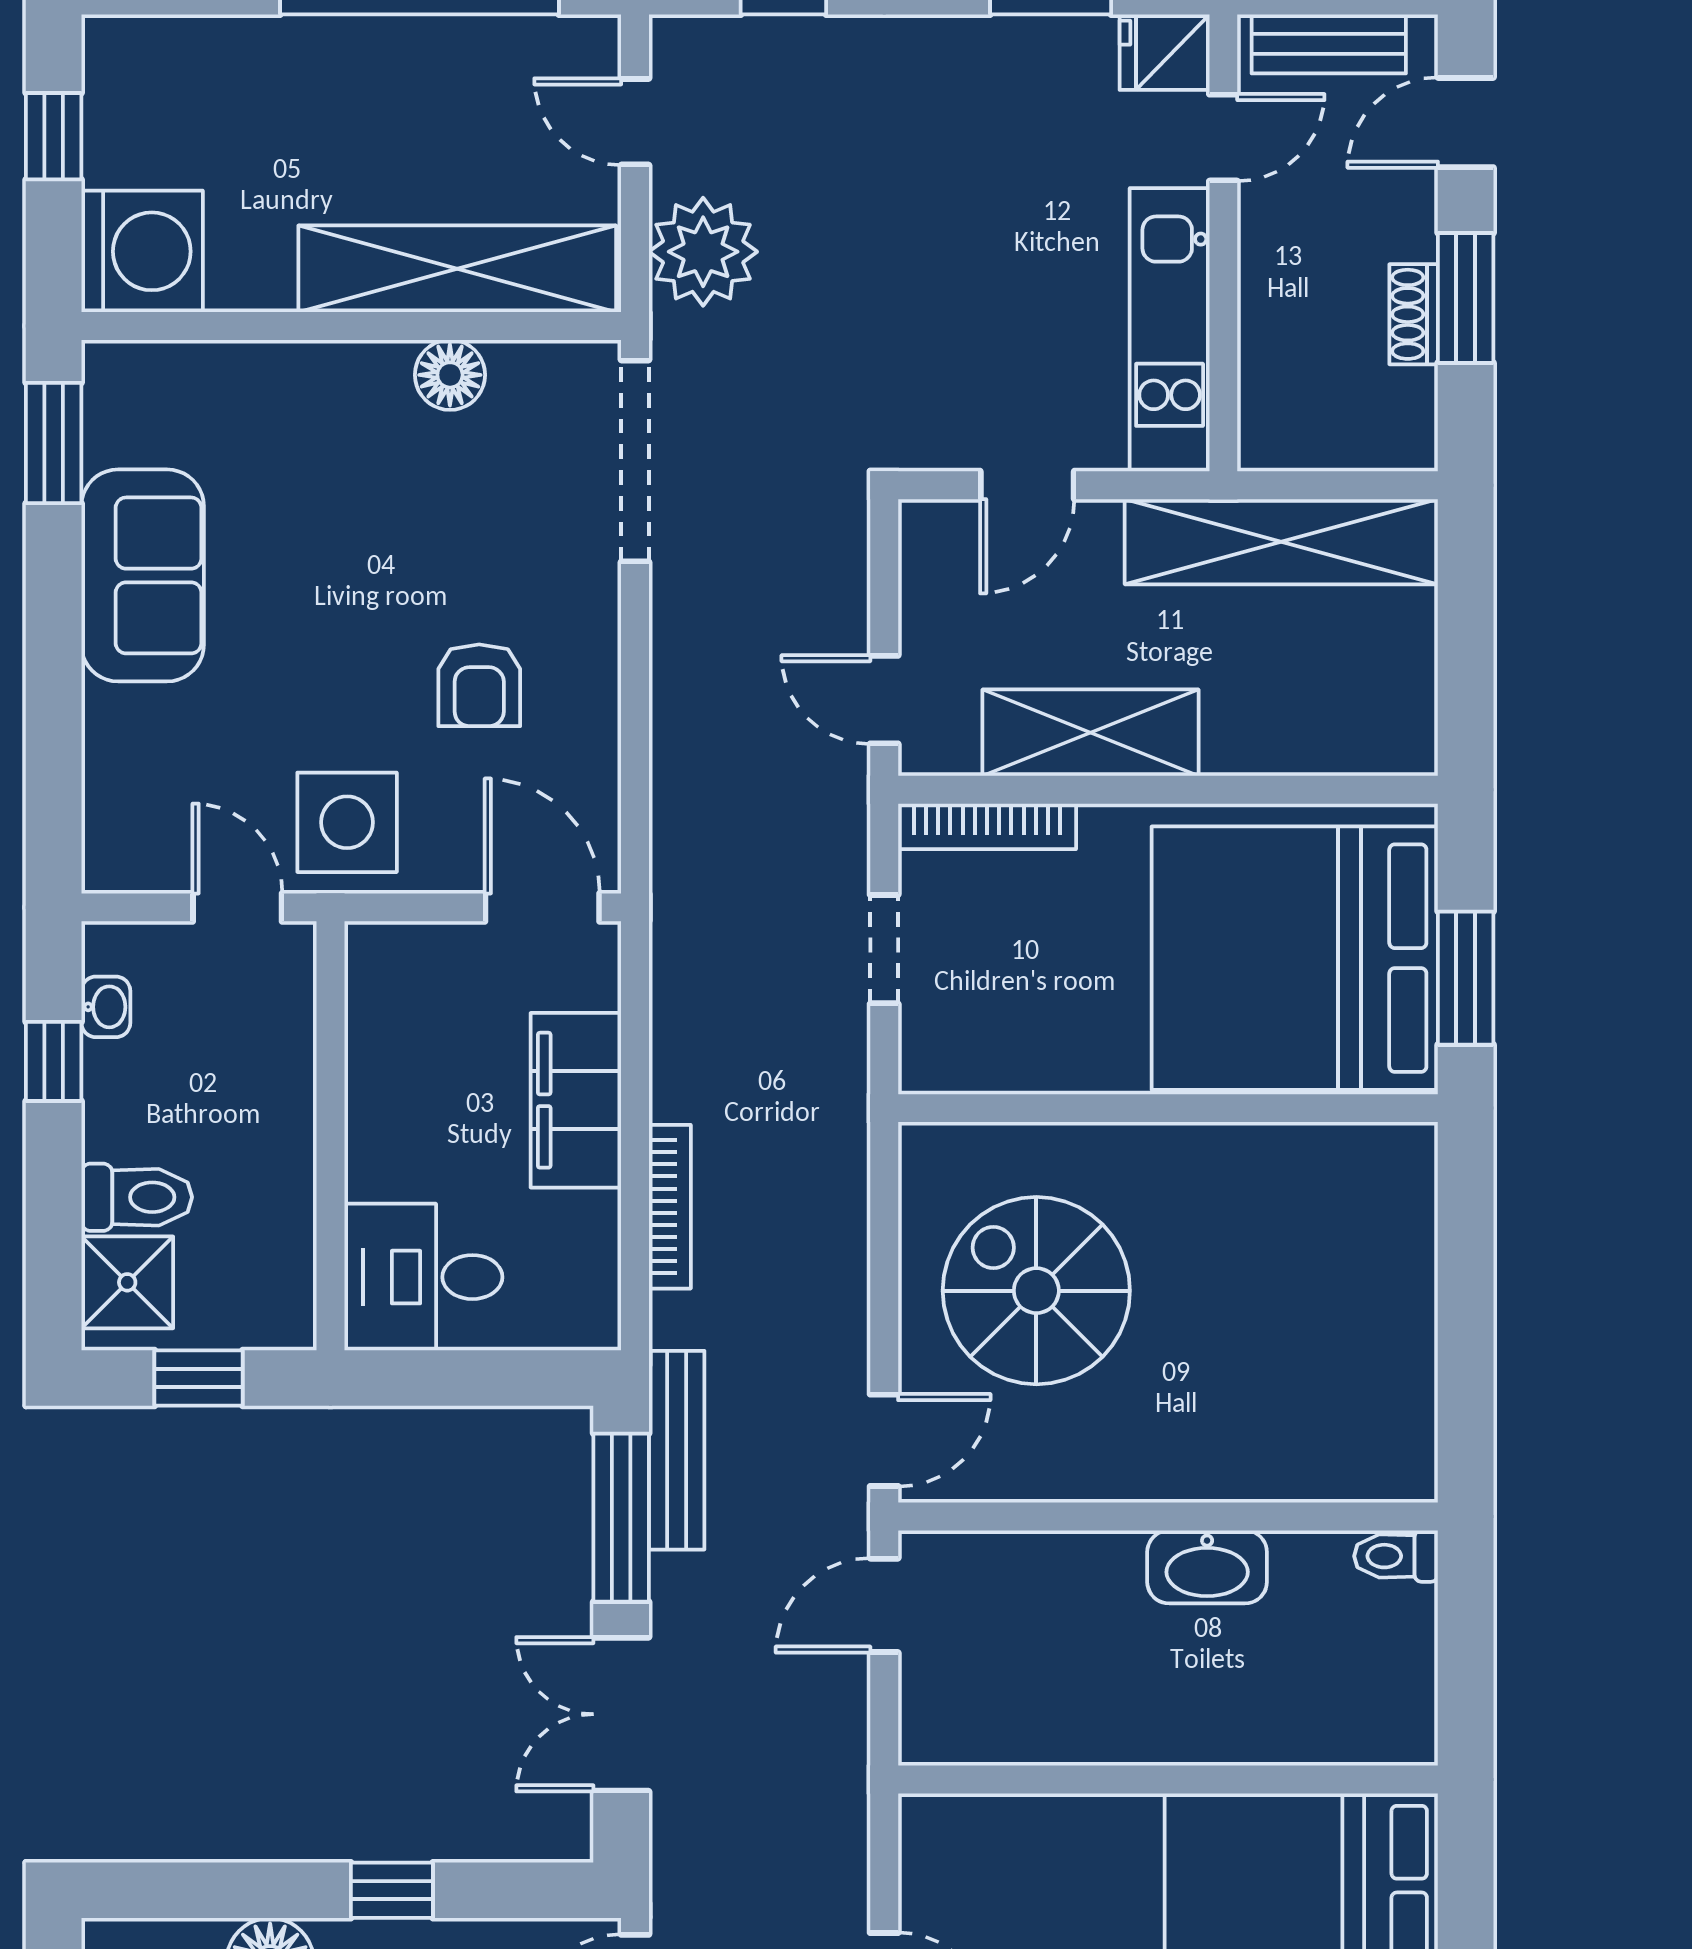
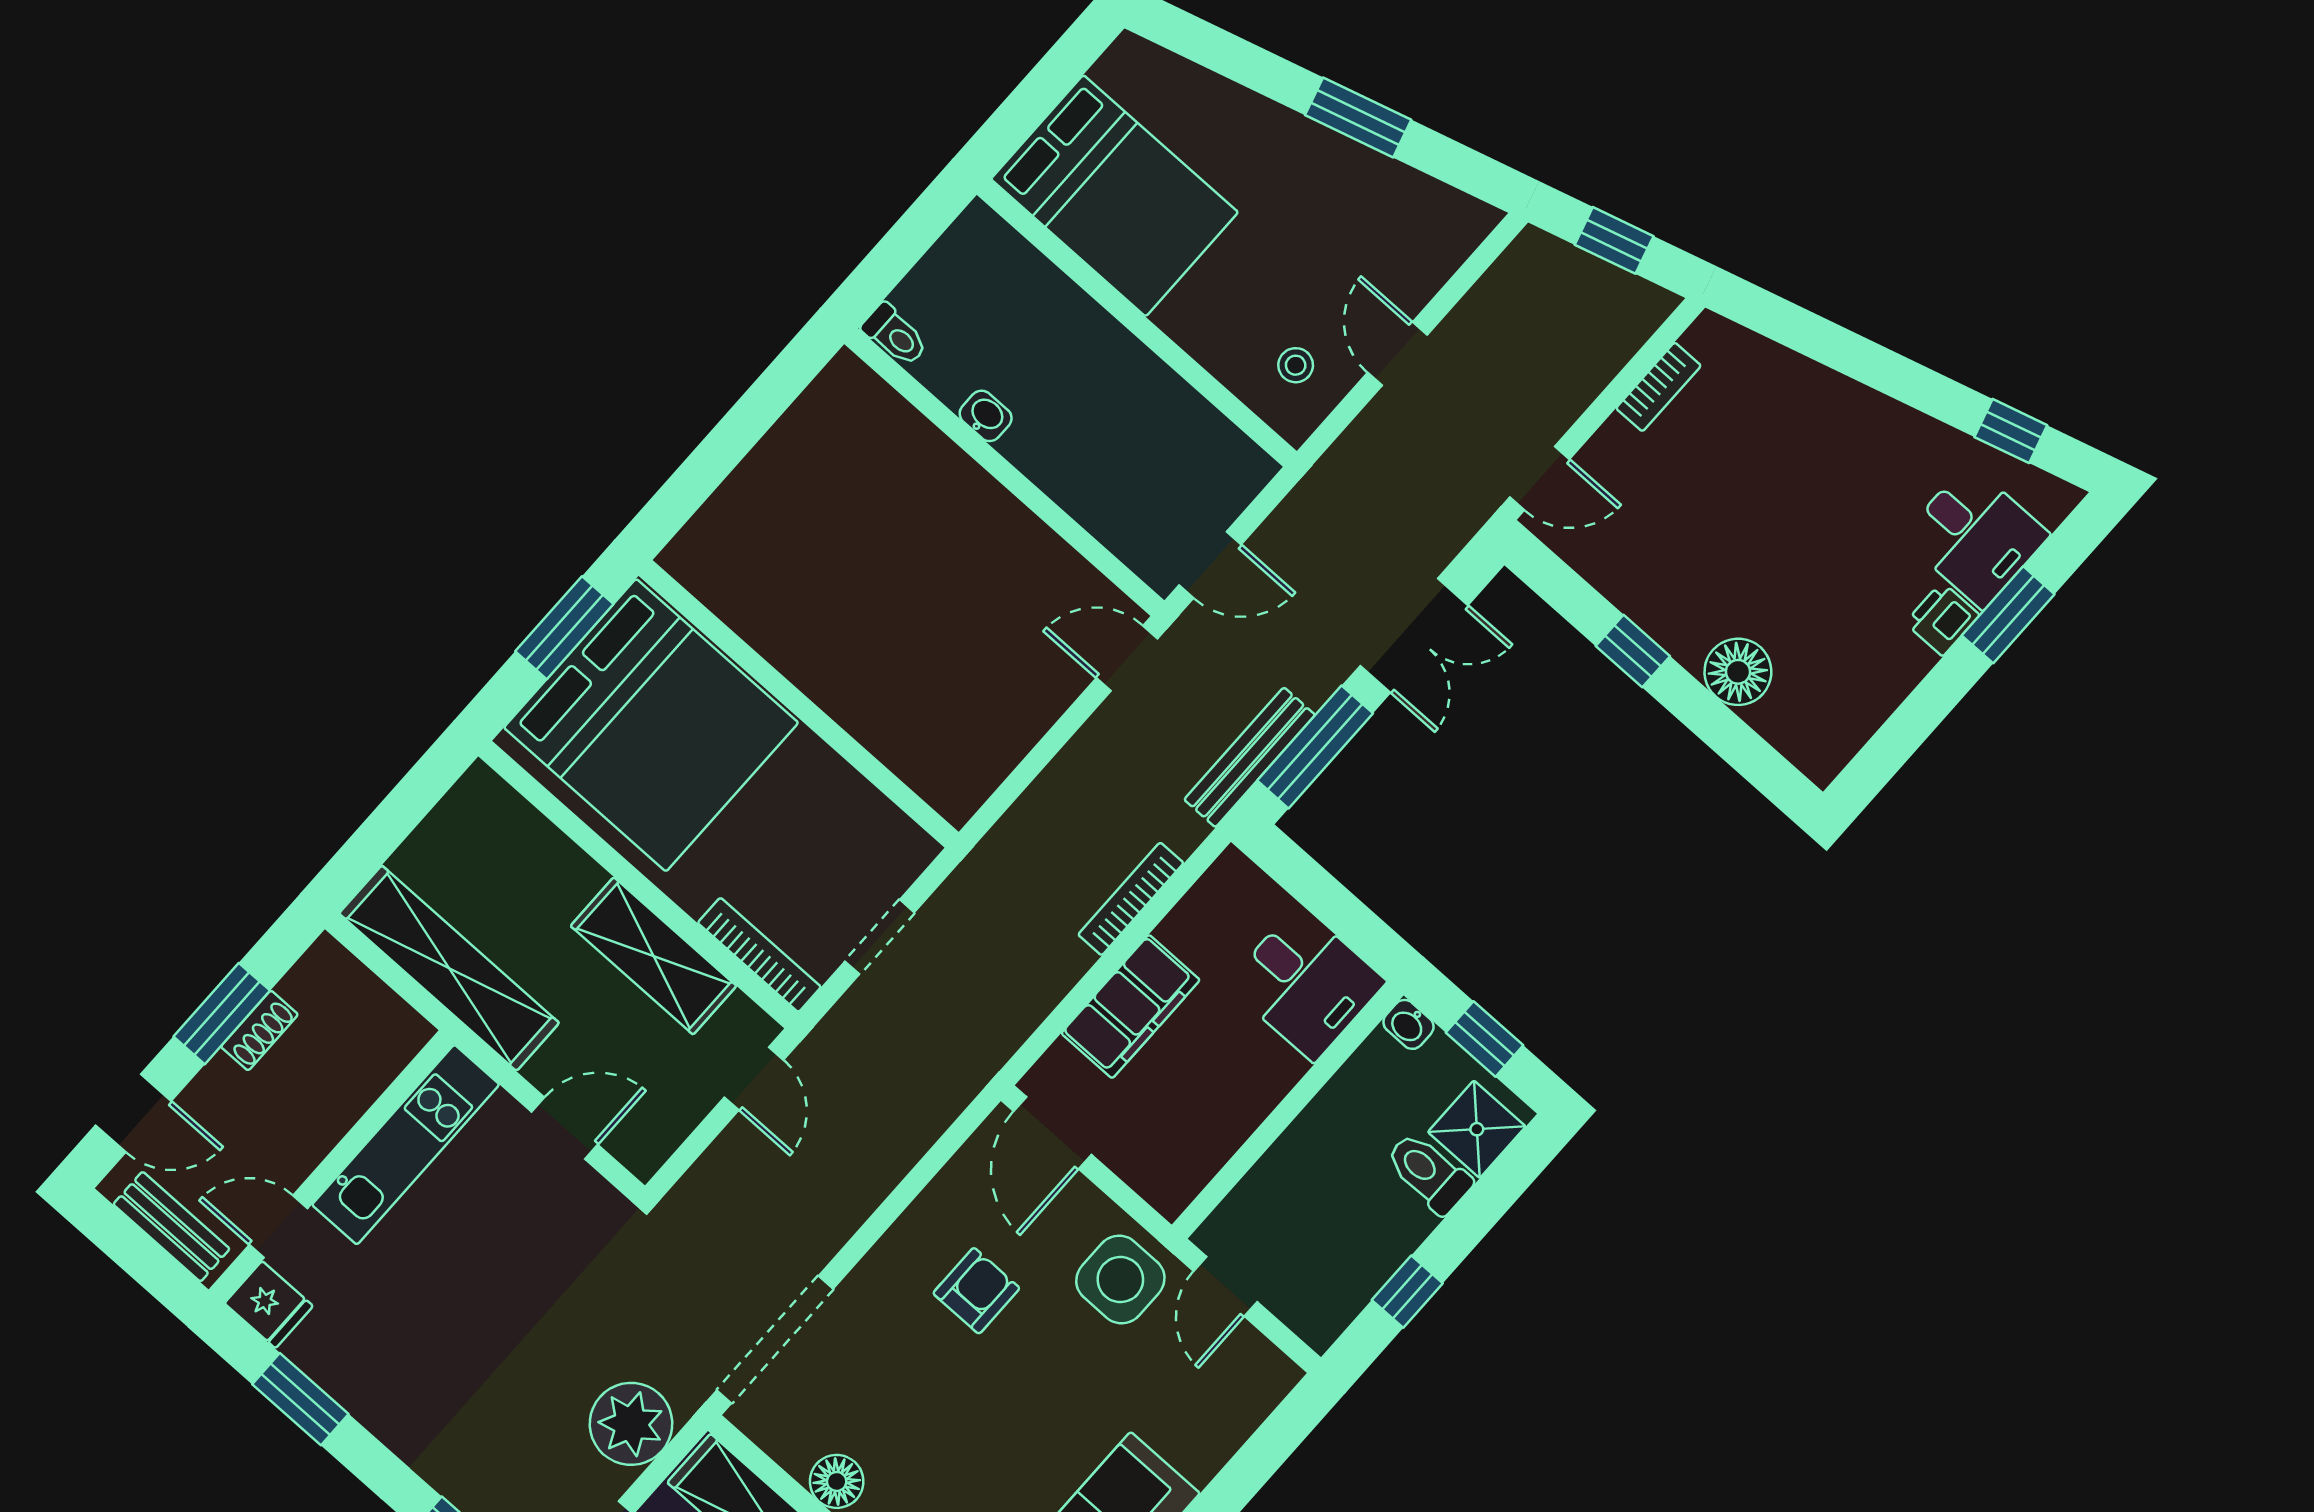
washbasin: (106, 1007) -> (1408, 1024), moved, turned -90
spiral stairs: (1036, 1291) -> (965, 667), removed
washbasin: (1207, 1567) -> (986, 416), width x0.52, depth x0.69
stool: (975, 1877) -> (1296, 365), added

